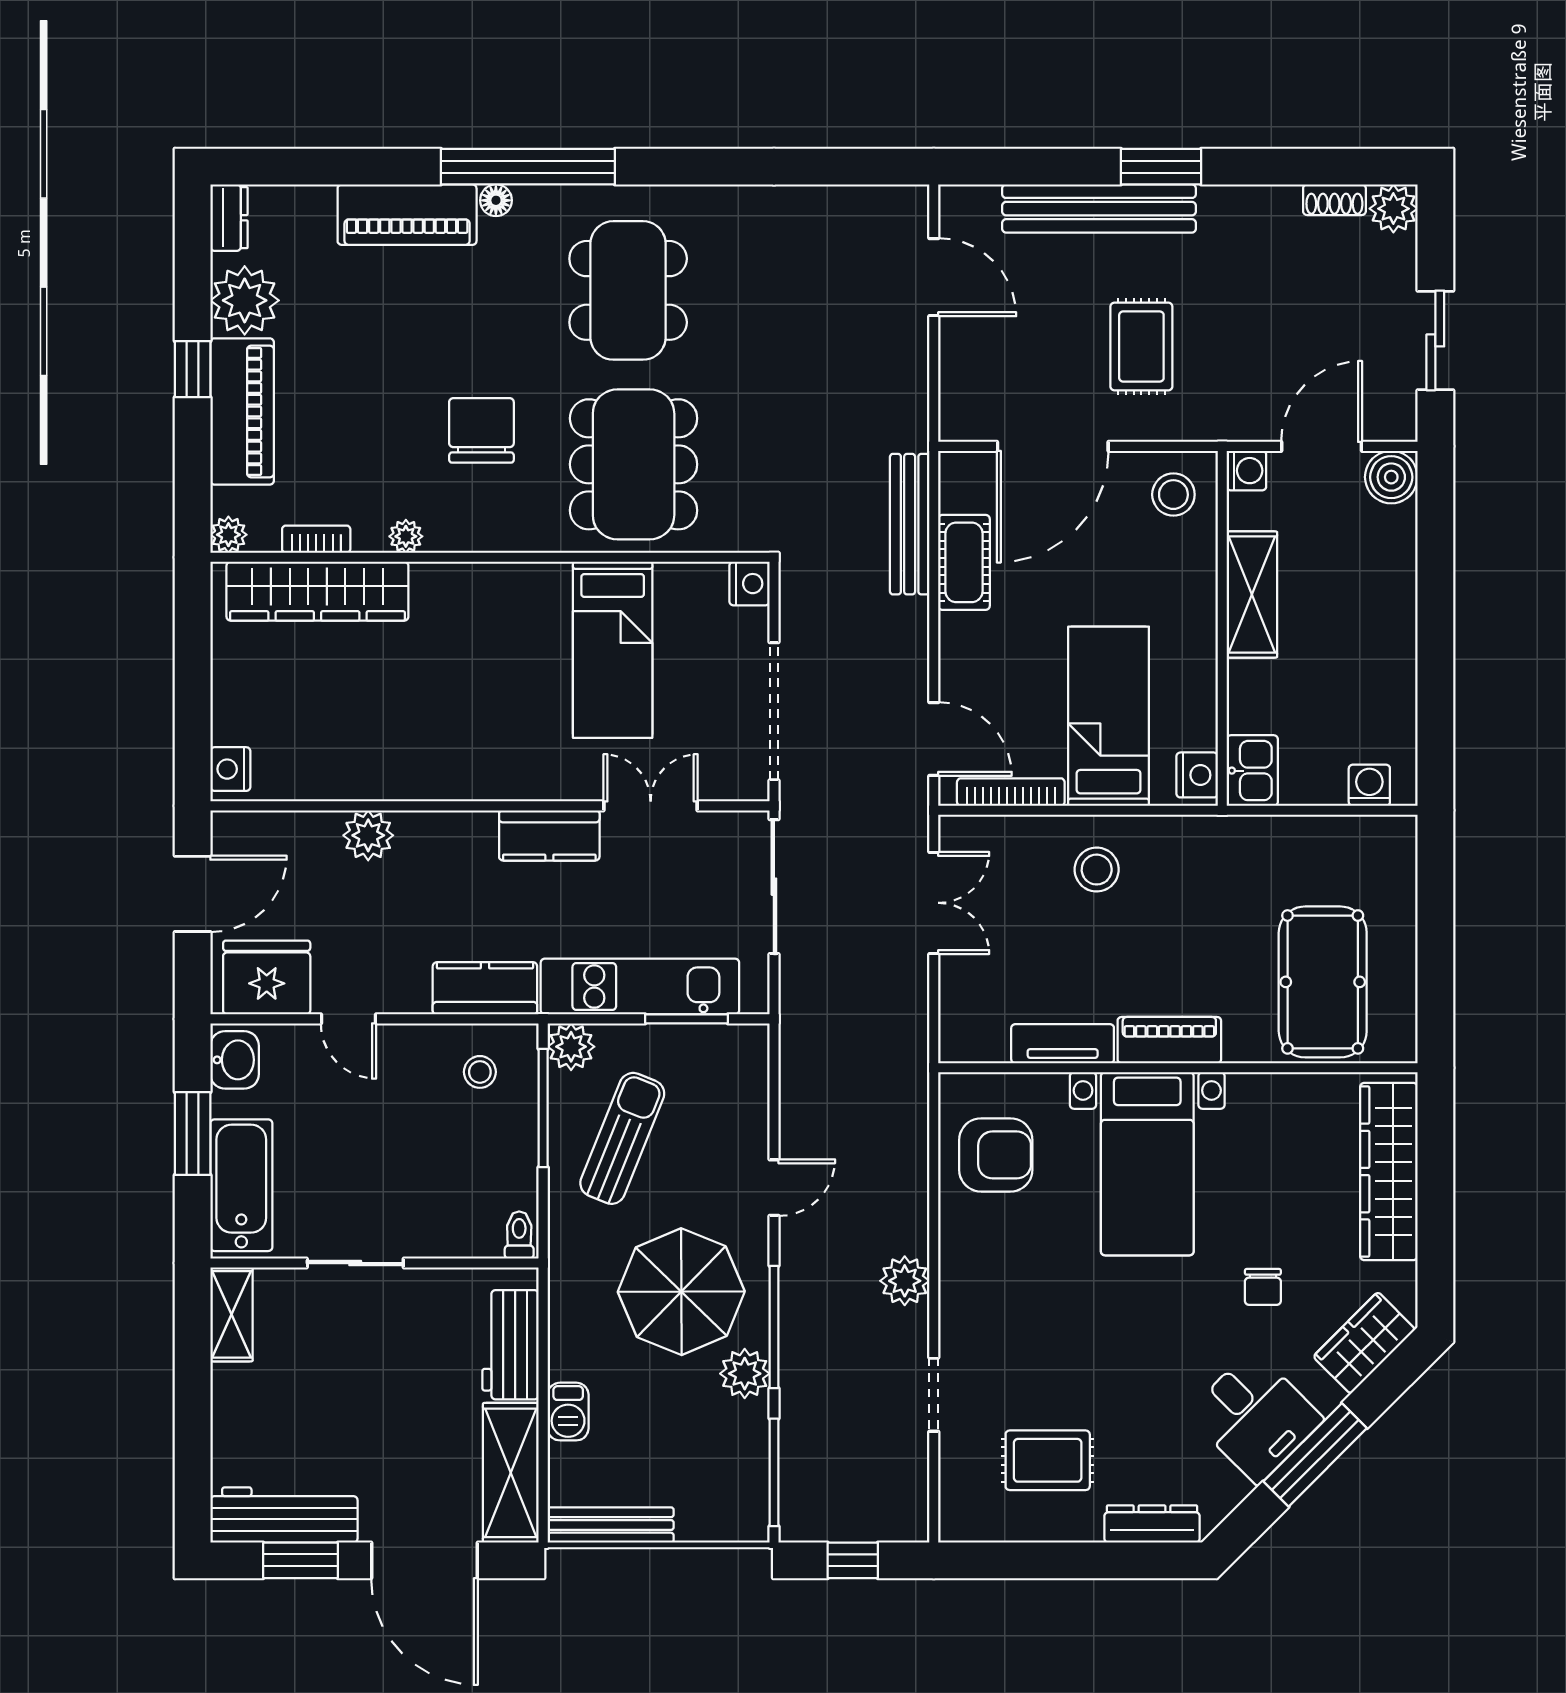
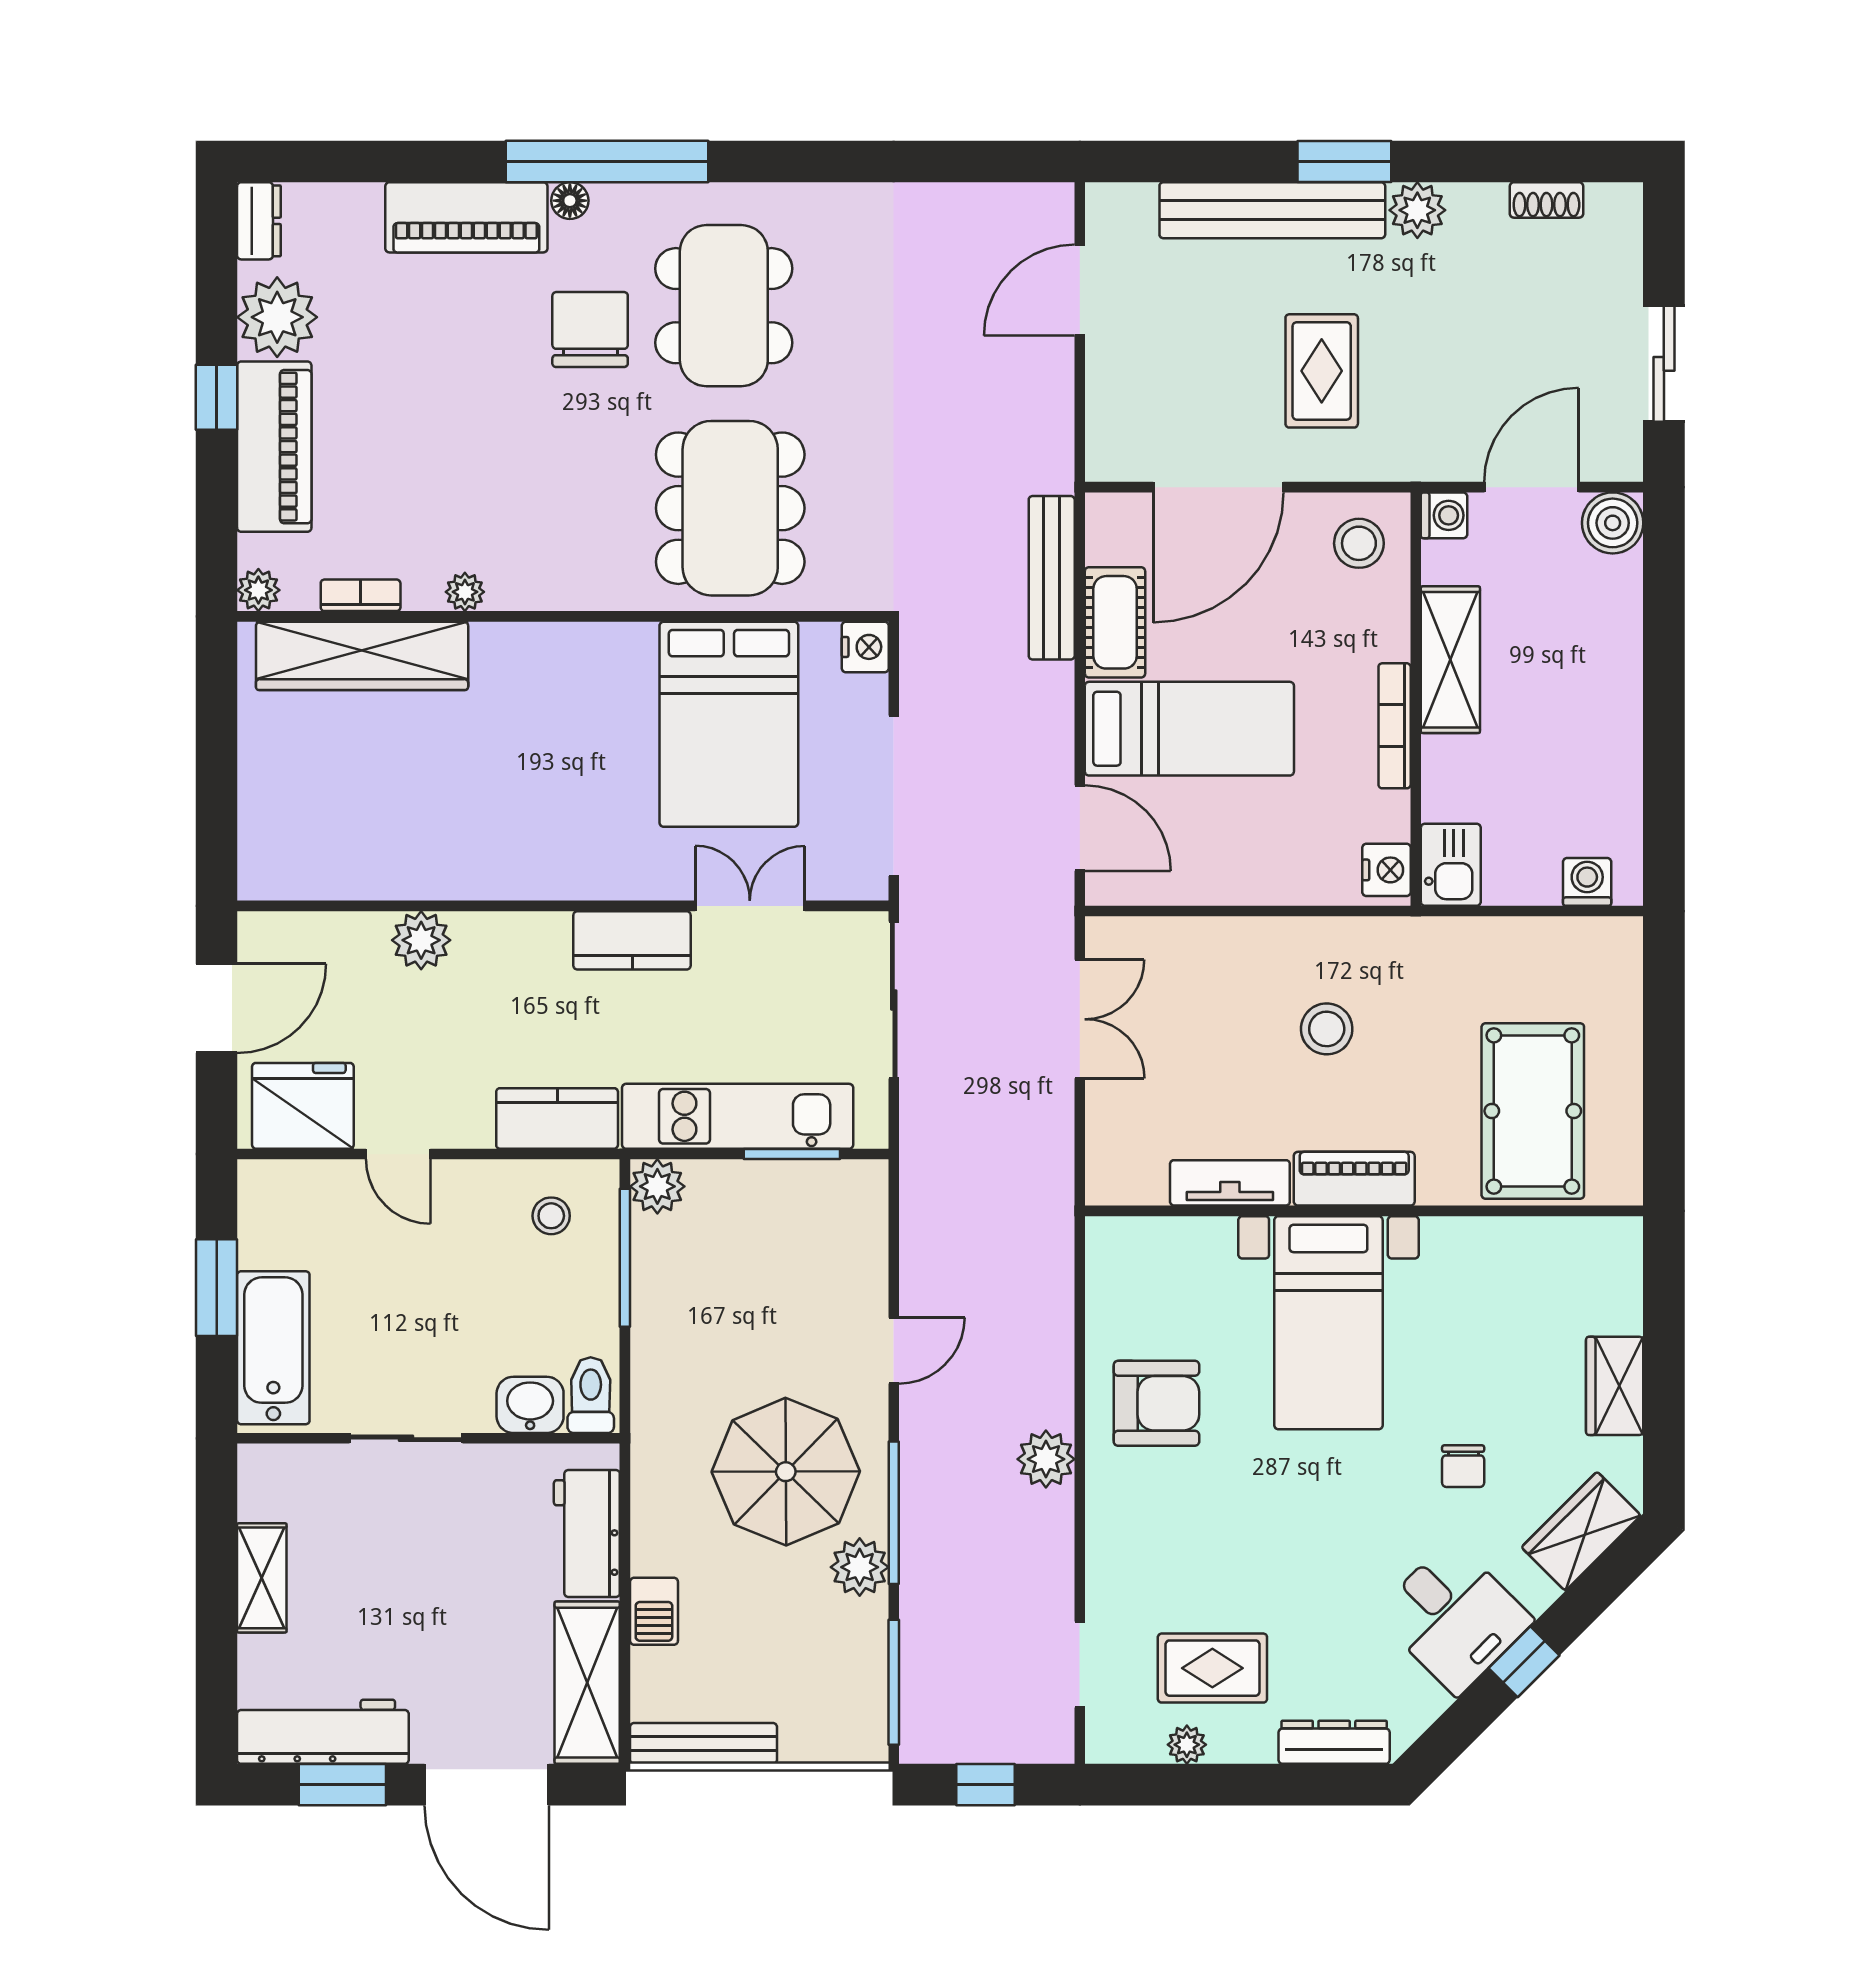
plant: (1393, 209) -> (1417, 210), moved
door: (934, 277) -> (1080, 290), swing flipped
chair: (481, 430) -> (590, 329), moved
bed: (613, 650) -> (729, 724), width x1.50
bed: (1109, 716) -> (1189, 729), moved, turned 90
nightstand: (230, 769) -> (261, 863), removed
bookcase: (1011, 792) -> (1395, 726), moved, turned -90
stool: (1097, 870) -> (1327, 1029), moved
washbasin: (235, 1060) -> (530, 1405), moved, turned -90
sun lounger: (622, 1138) -> (717, 1293), removed
armchair: (996, 1155) -> (1156, 1403), moved
wardrobe: (1389, 1172) -> (1615, 1386), width x0.48, depth x0.85
toilet: (519, 1235) -> (591, 1395), width x1.37, depth x1.39
shelving: (231, 1314) -> (262, 1578), moved
doorway: (934, 1395) -> (1080, 1665), moved
window: (1315, 1455) -> (1524, 1662), width x0.46
plant: (1026, 1526) -> (1187, 1745), added

